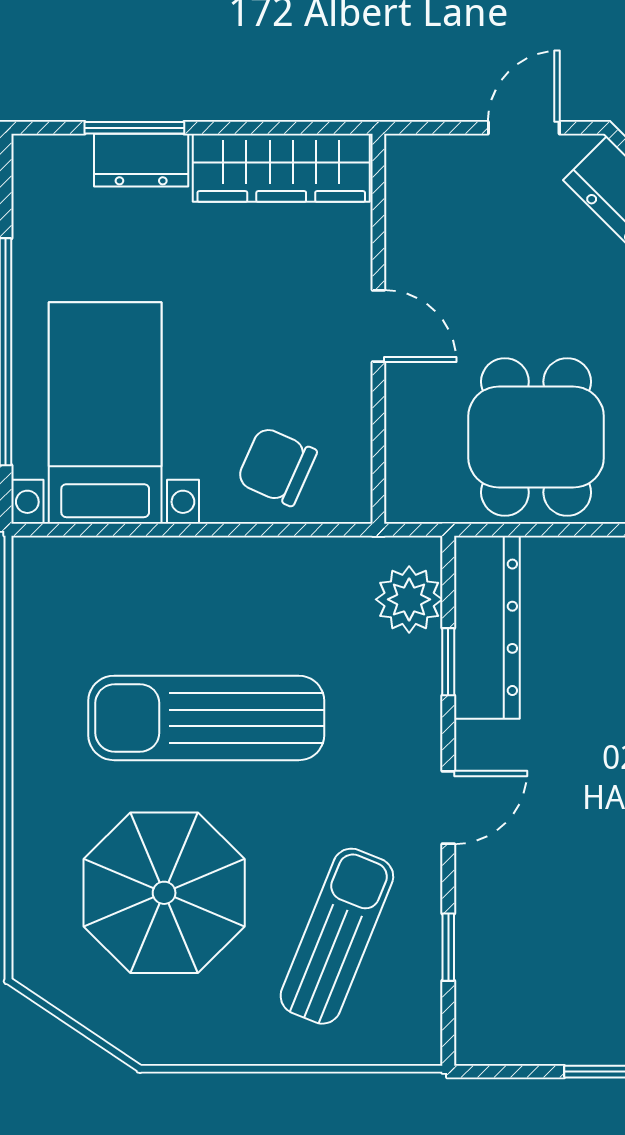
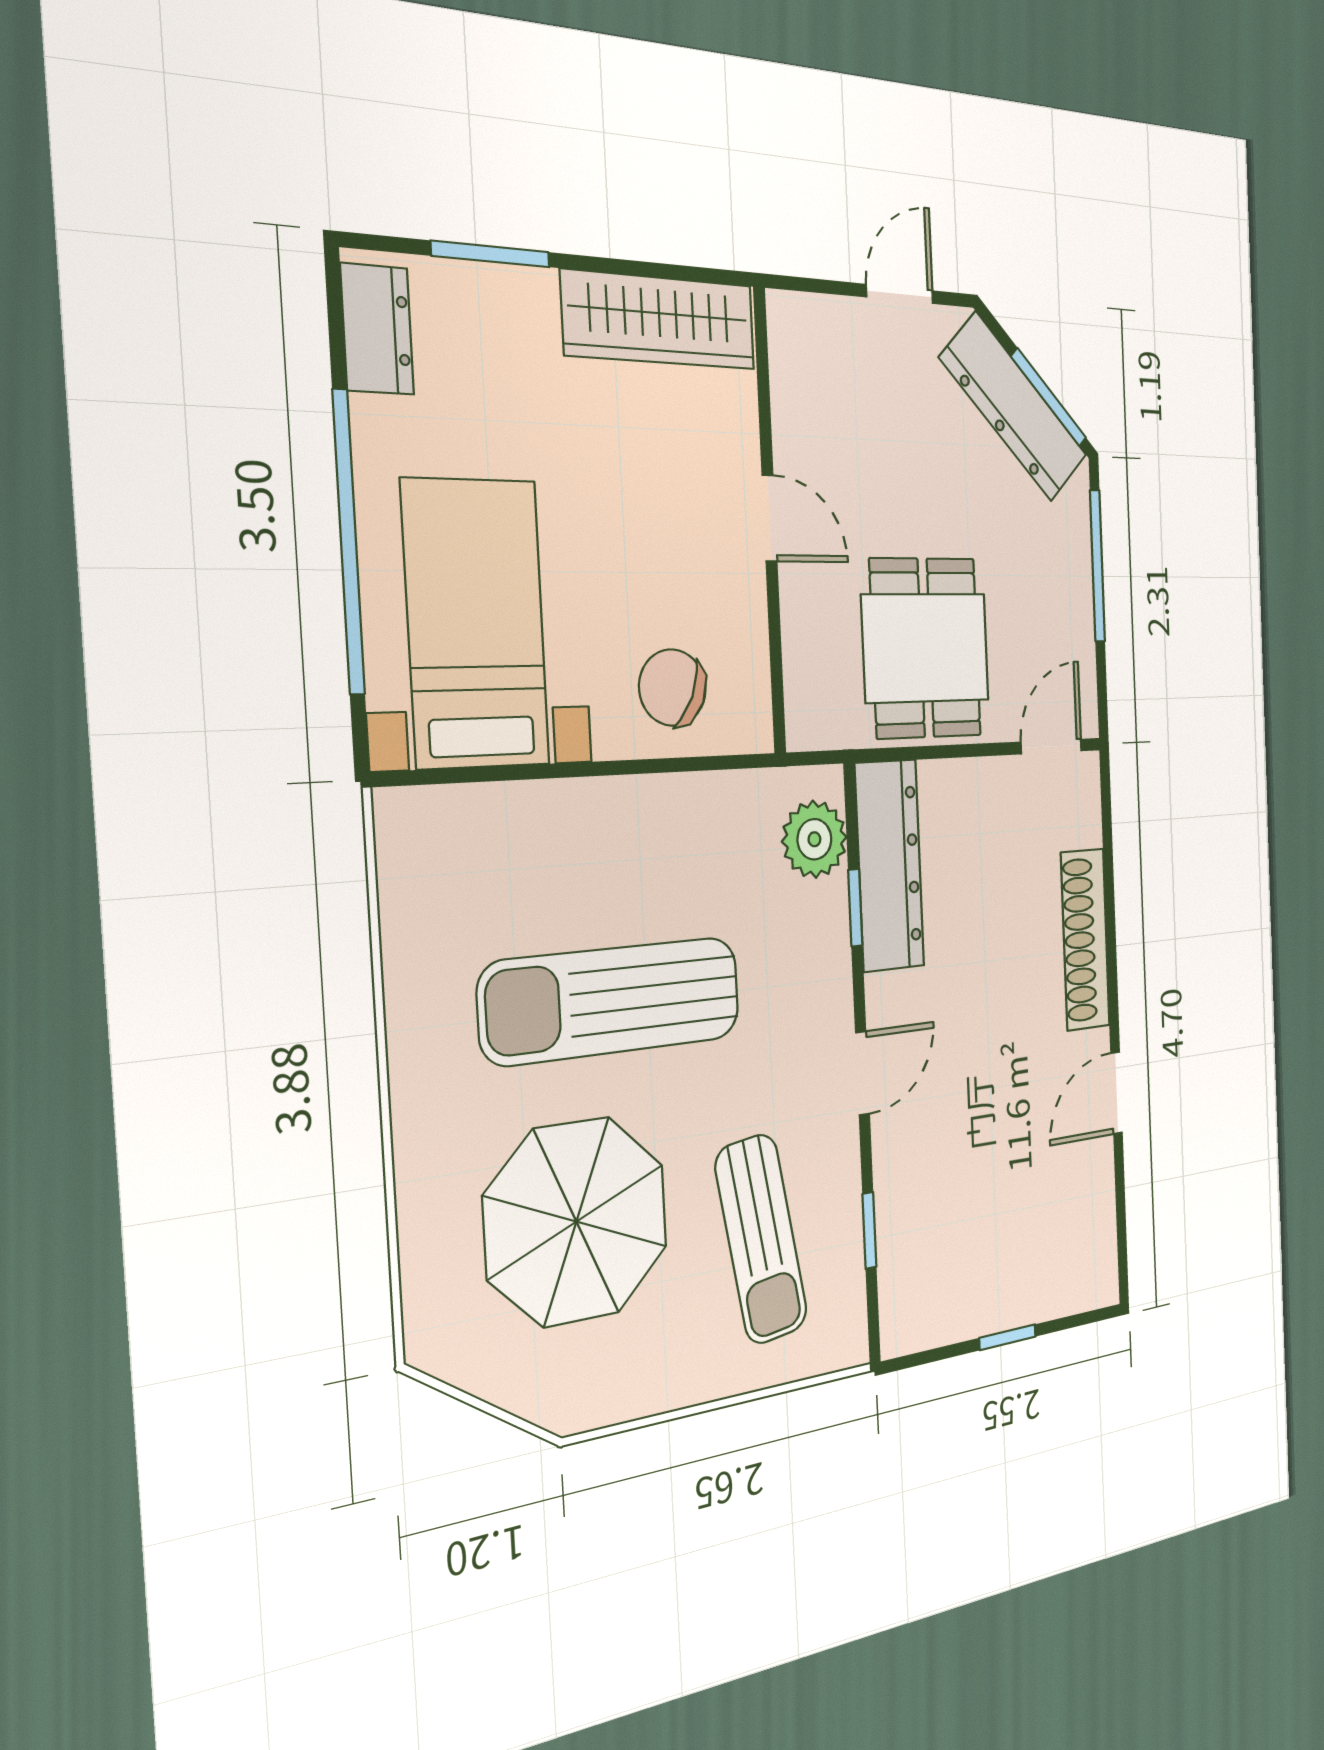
dresser: (141, 160) -> (377, 329), moved, turned -90
sun lounger: (337, 936) -> (761, 1239), turned 149

